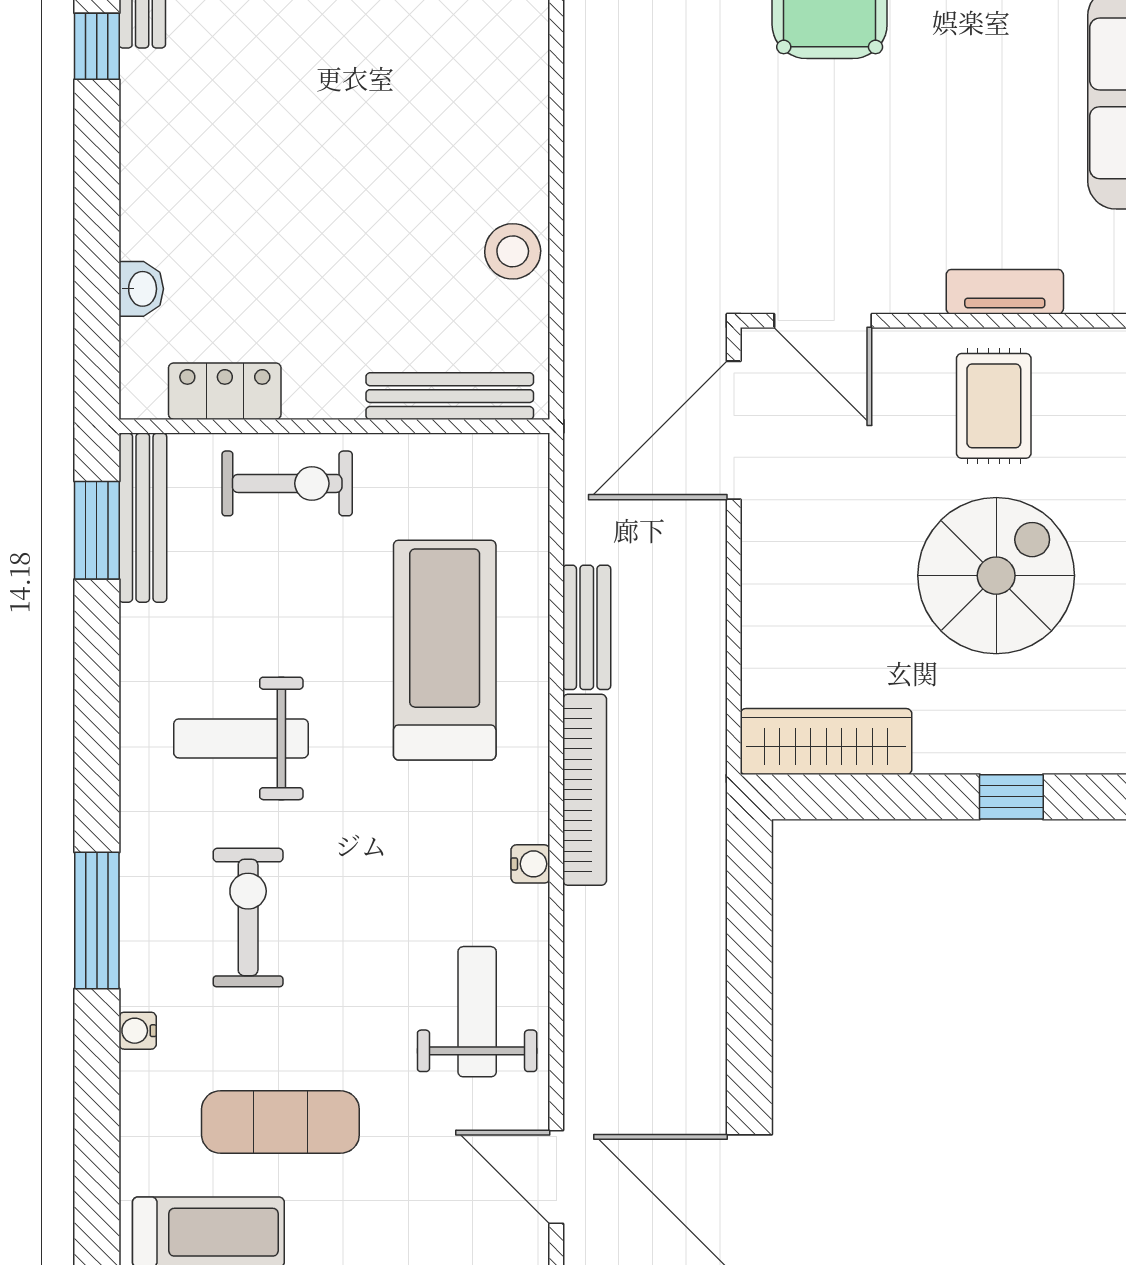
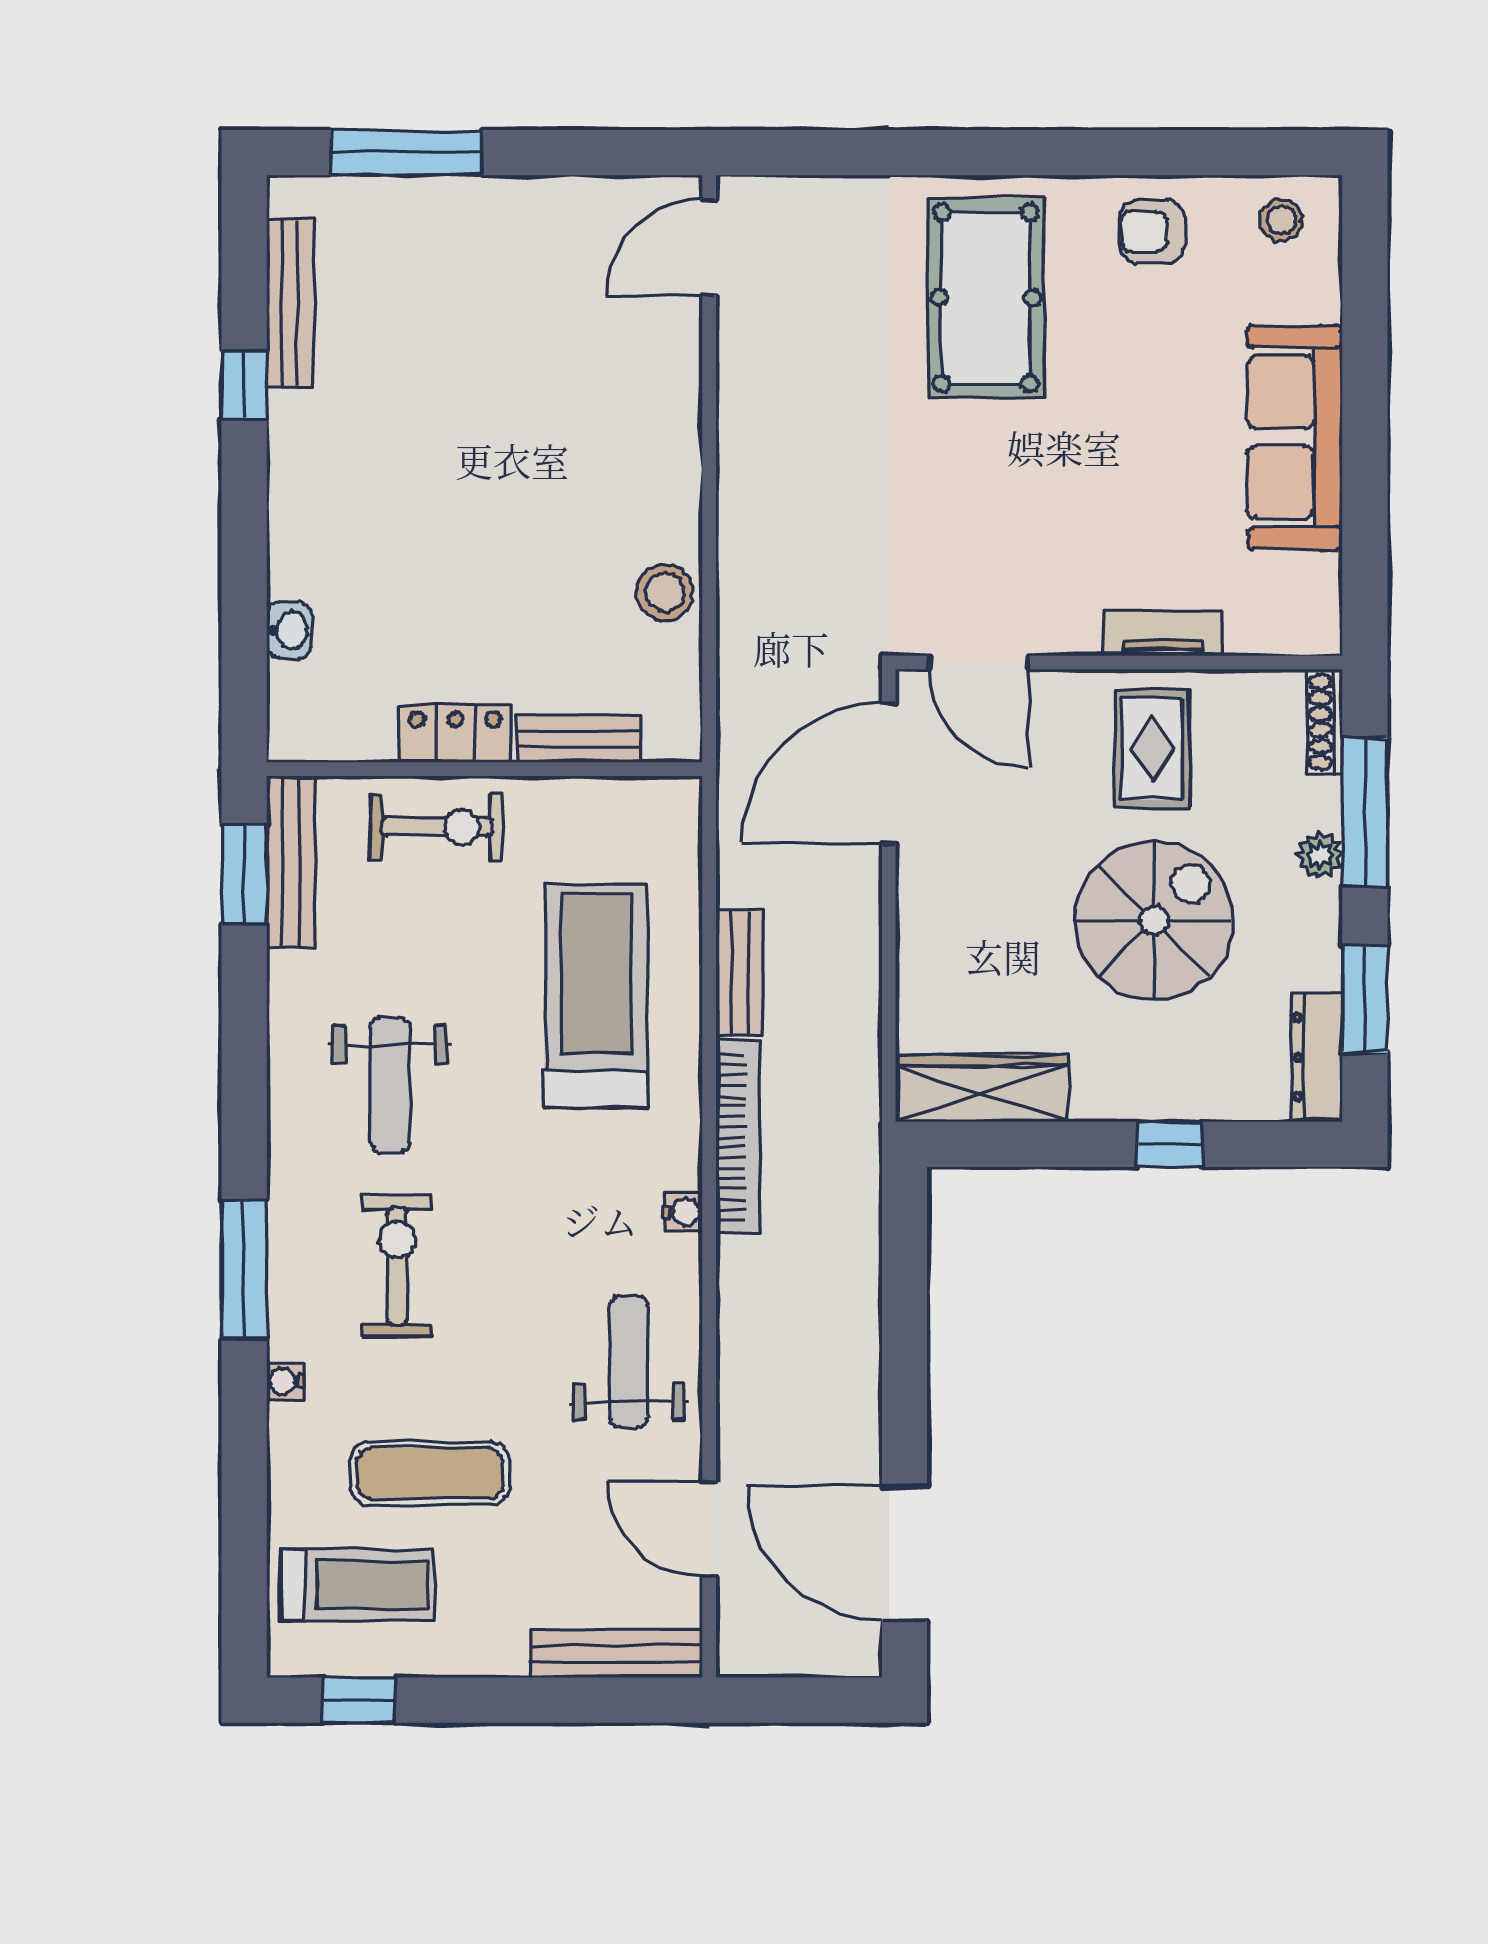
locker: (225, 391) -> (455, 734), moved
bench: (450, 396) -> (579, 739), width x0.73
weight bench: (241, 738) -> (390, 1085), turned -90

